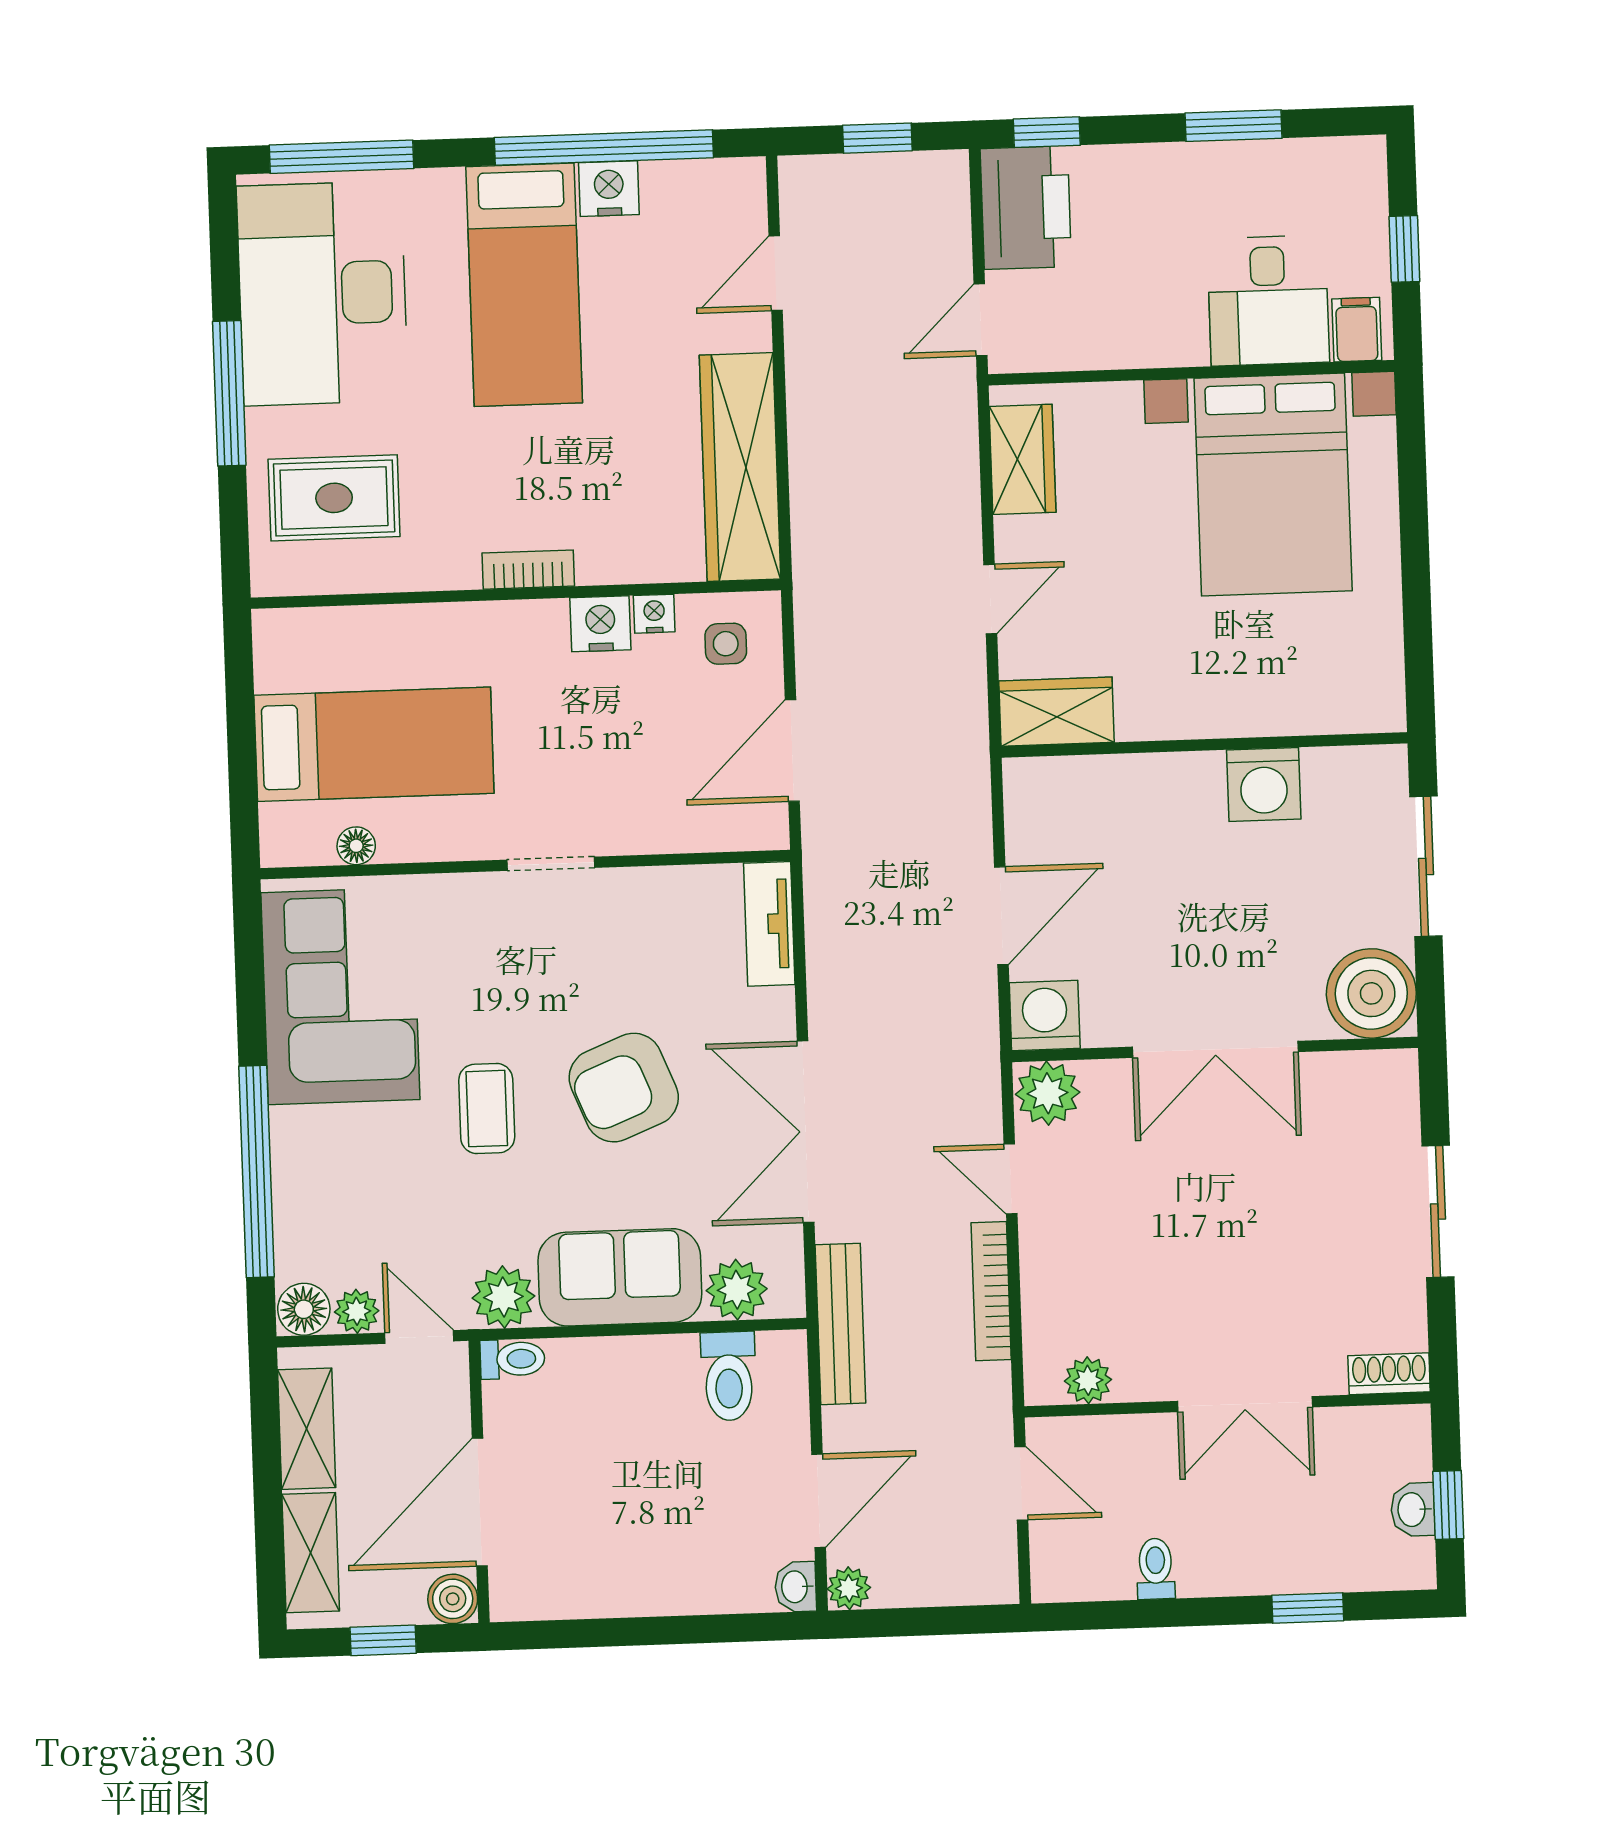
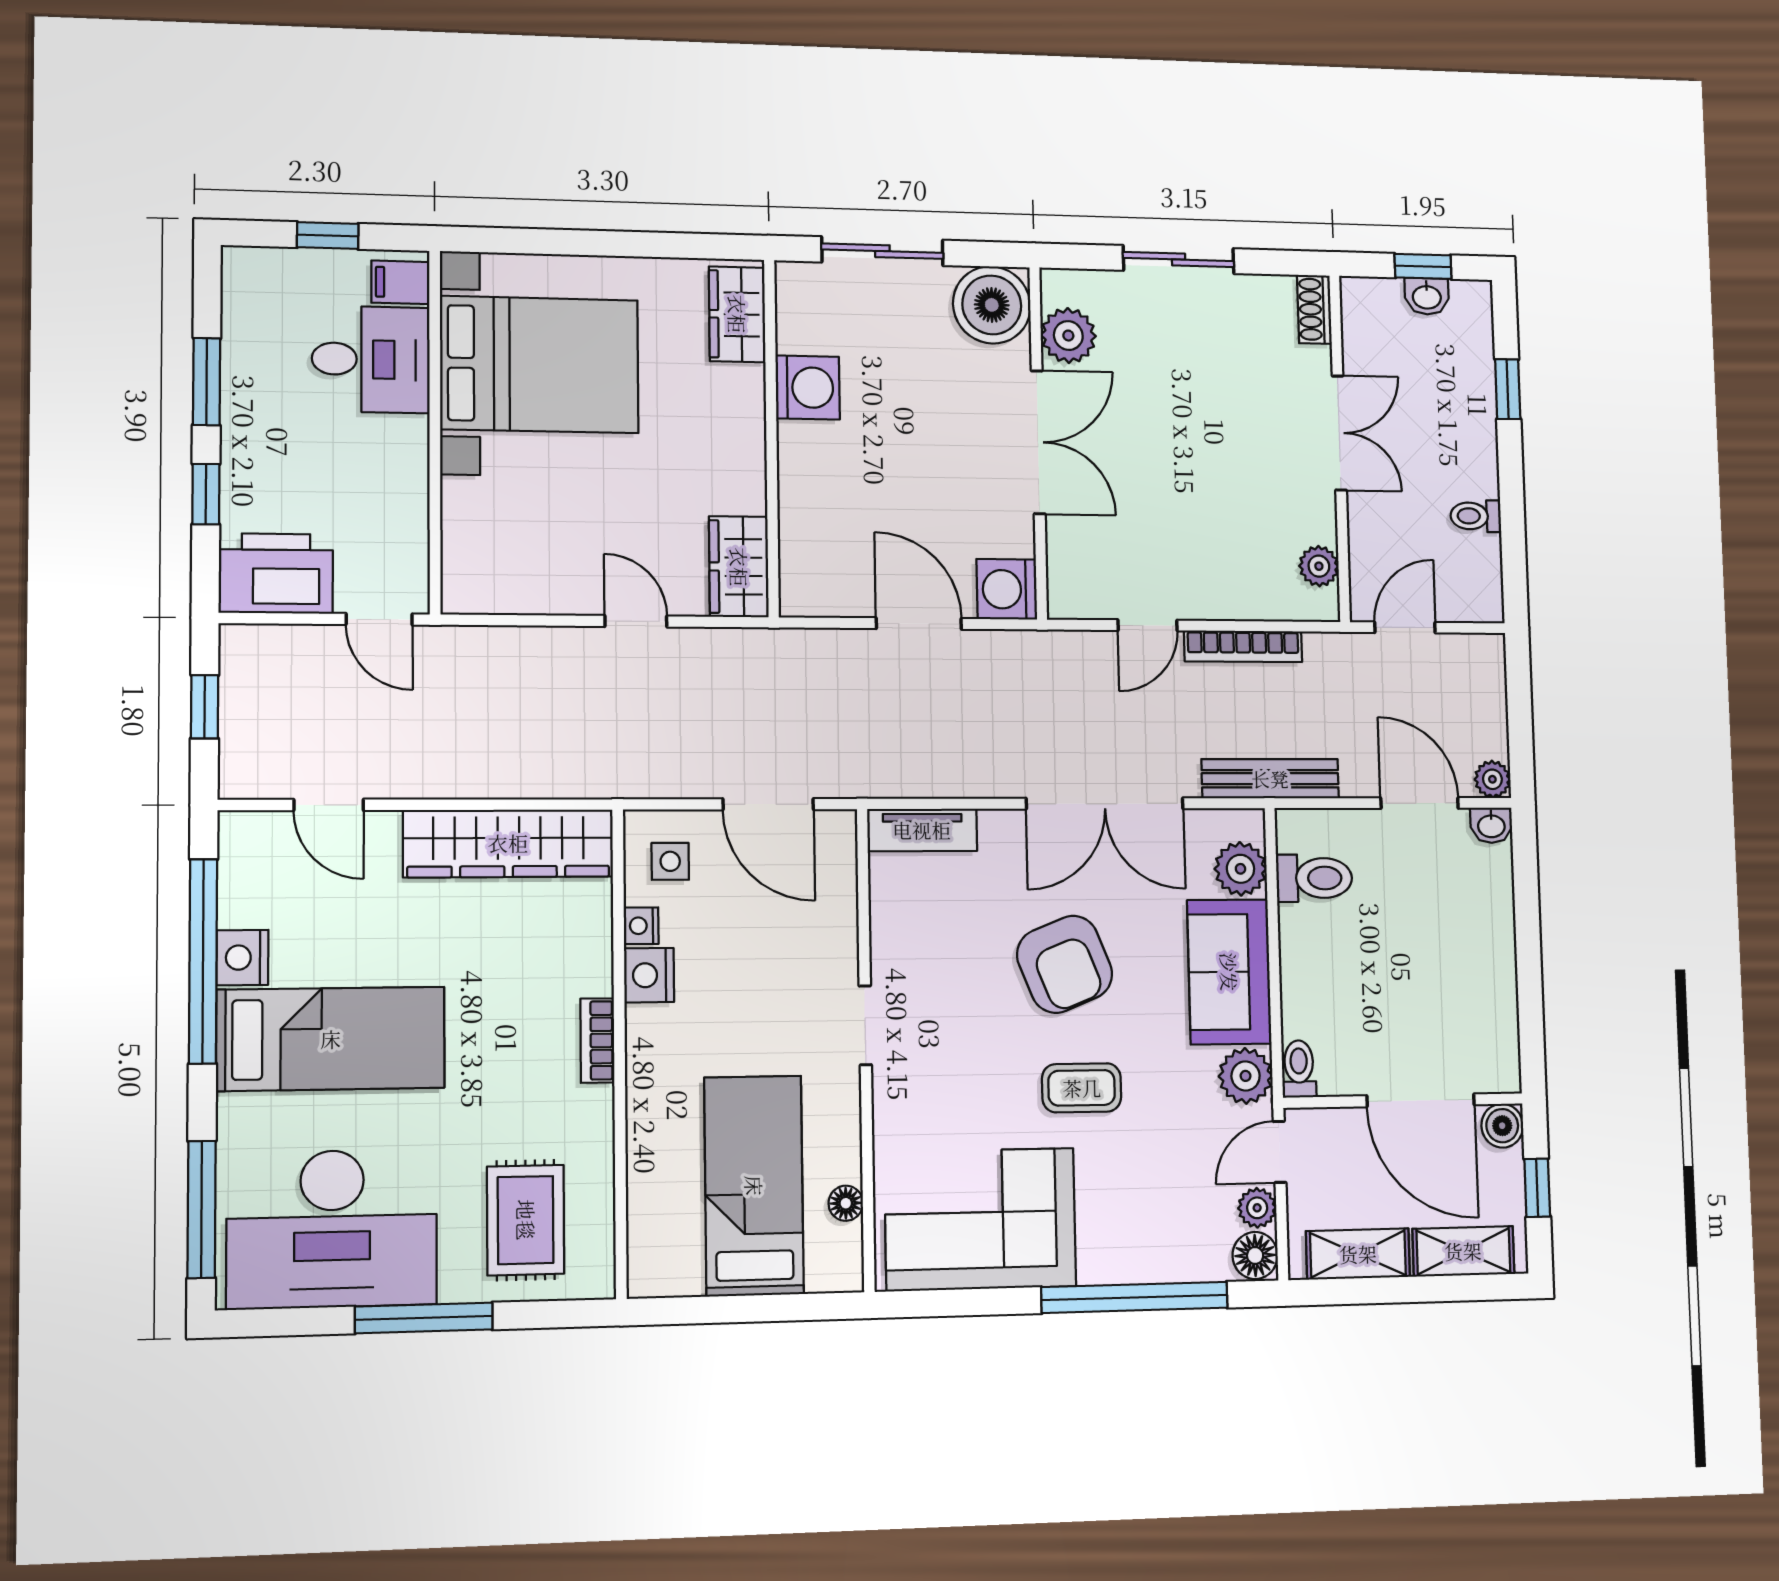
window: (1047, 132) -> (206, 494), moved
wardrobe: (1022, 459) -> (737, 314), moved, turned -90
plant: (1048, 1093) -> (1068, 336), moved

